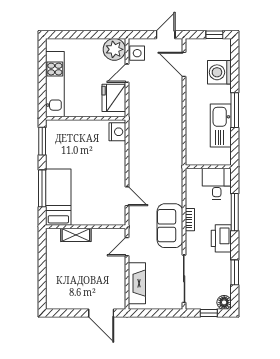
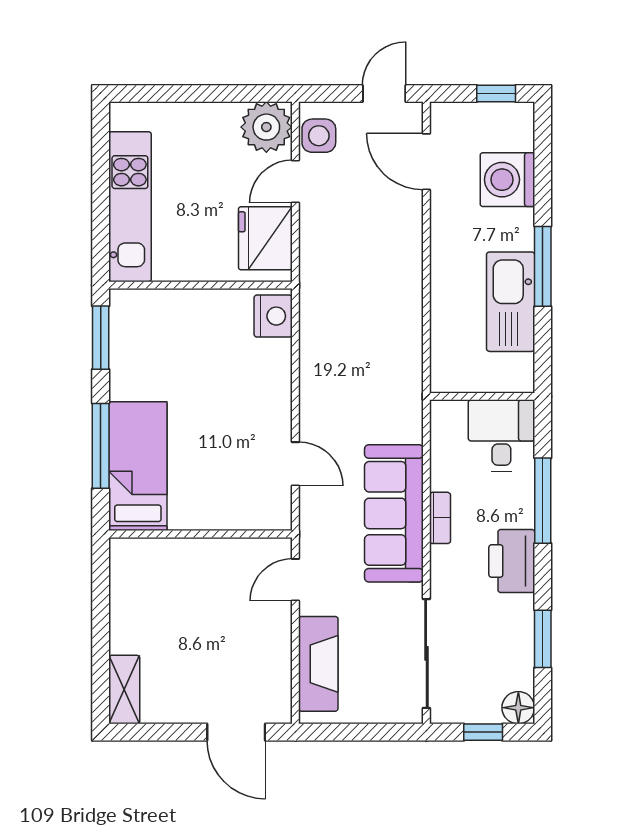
sofa: (170, 226) -> (394, 513), width x1.36
shelving: (76, 235) -> (124, 690), moved, turned 90

